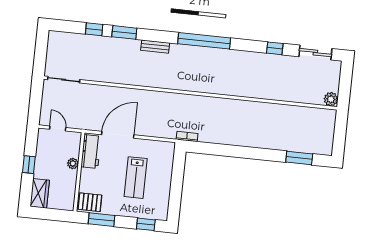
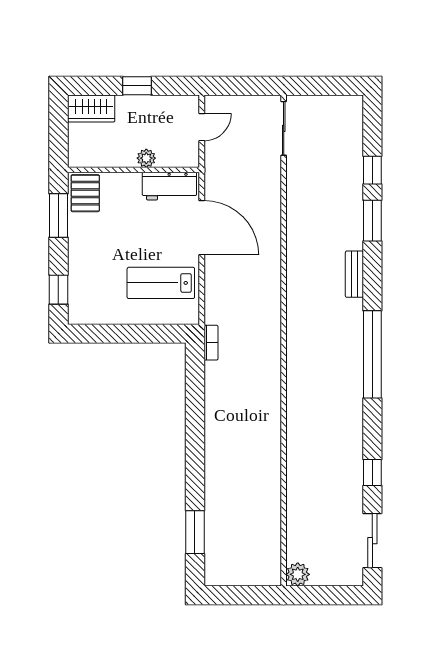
lab bench: (136, 178) -> (161, 283), moved

